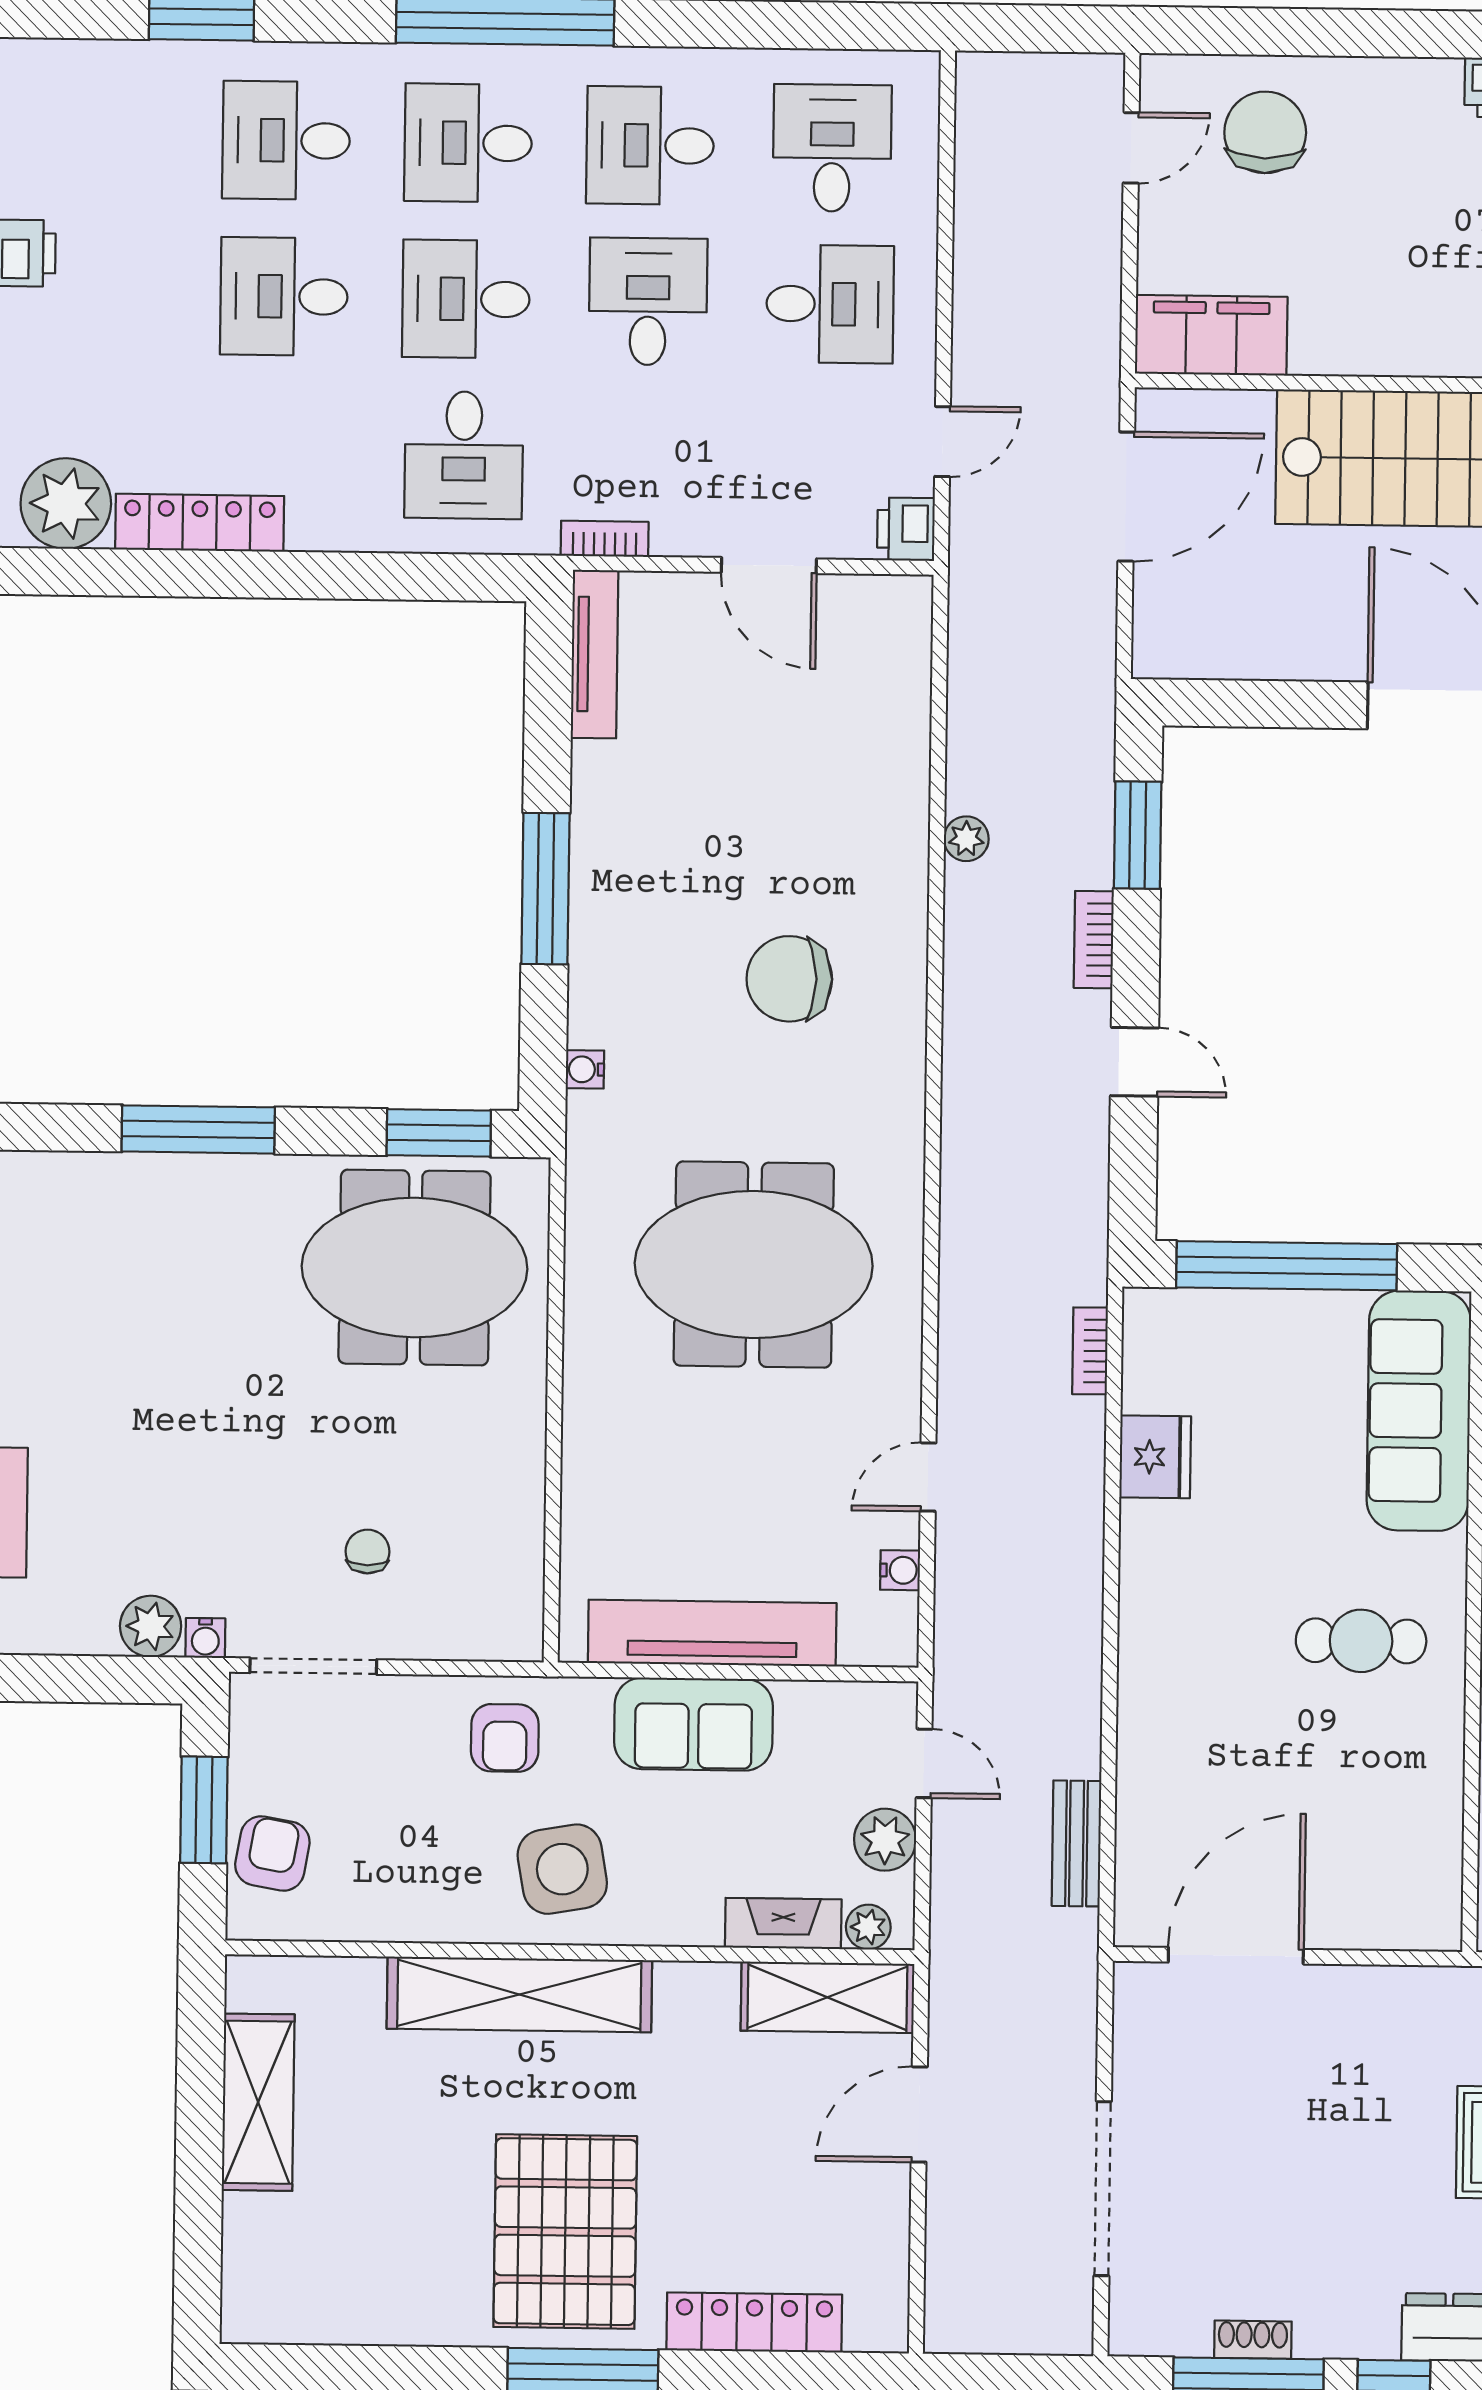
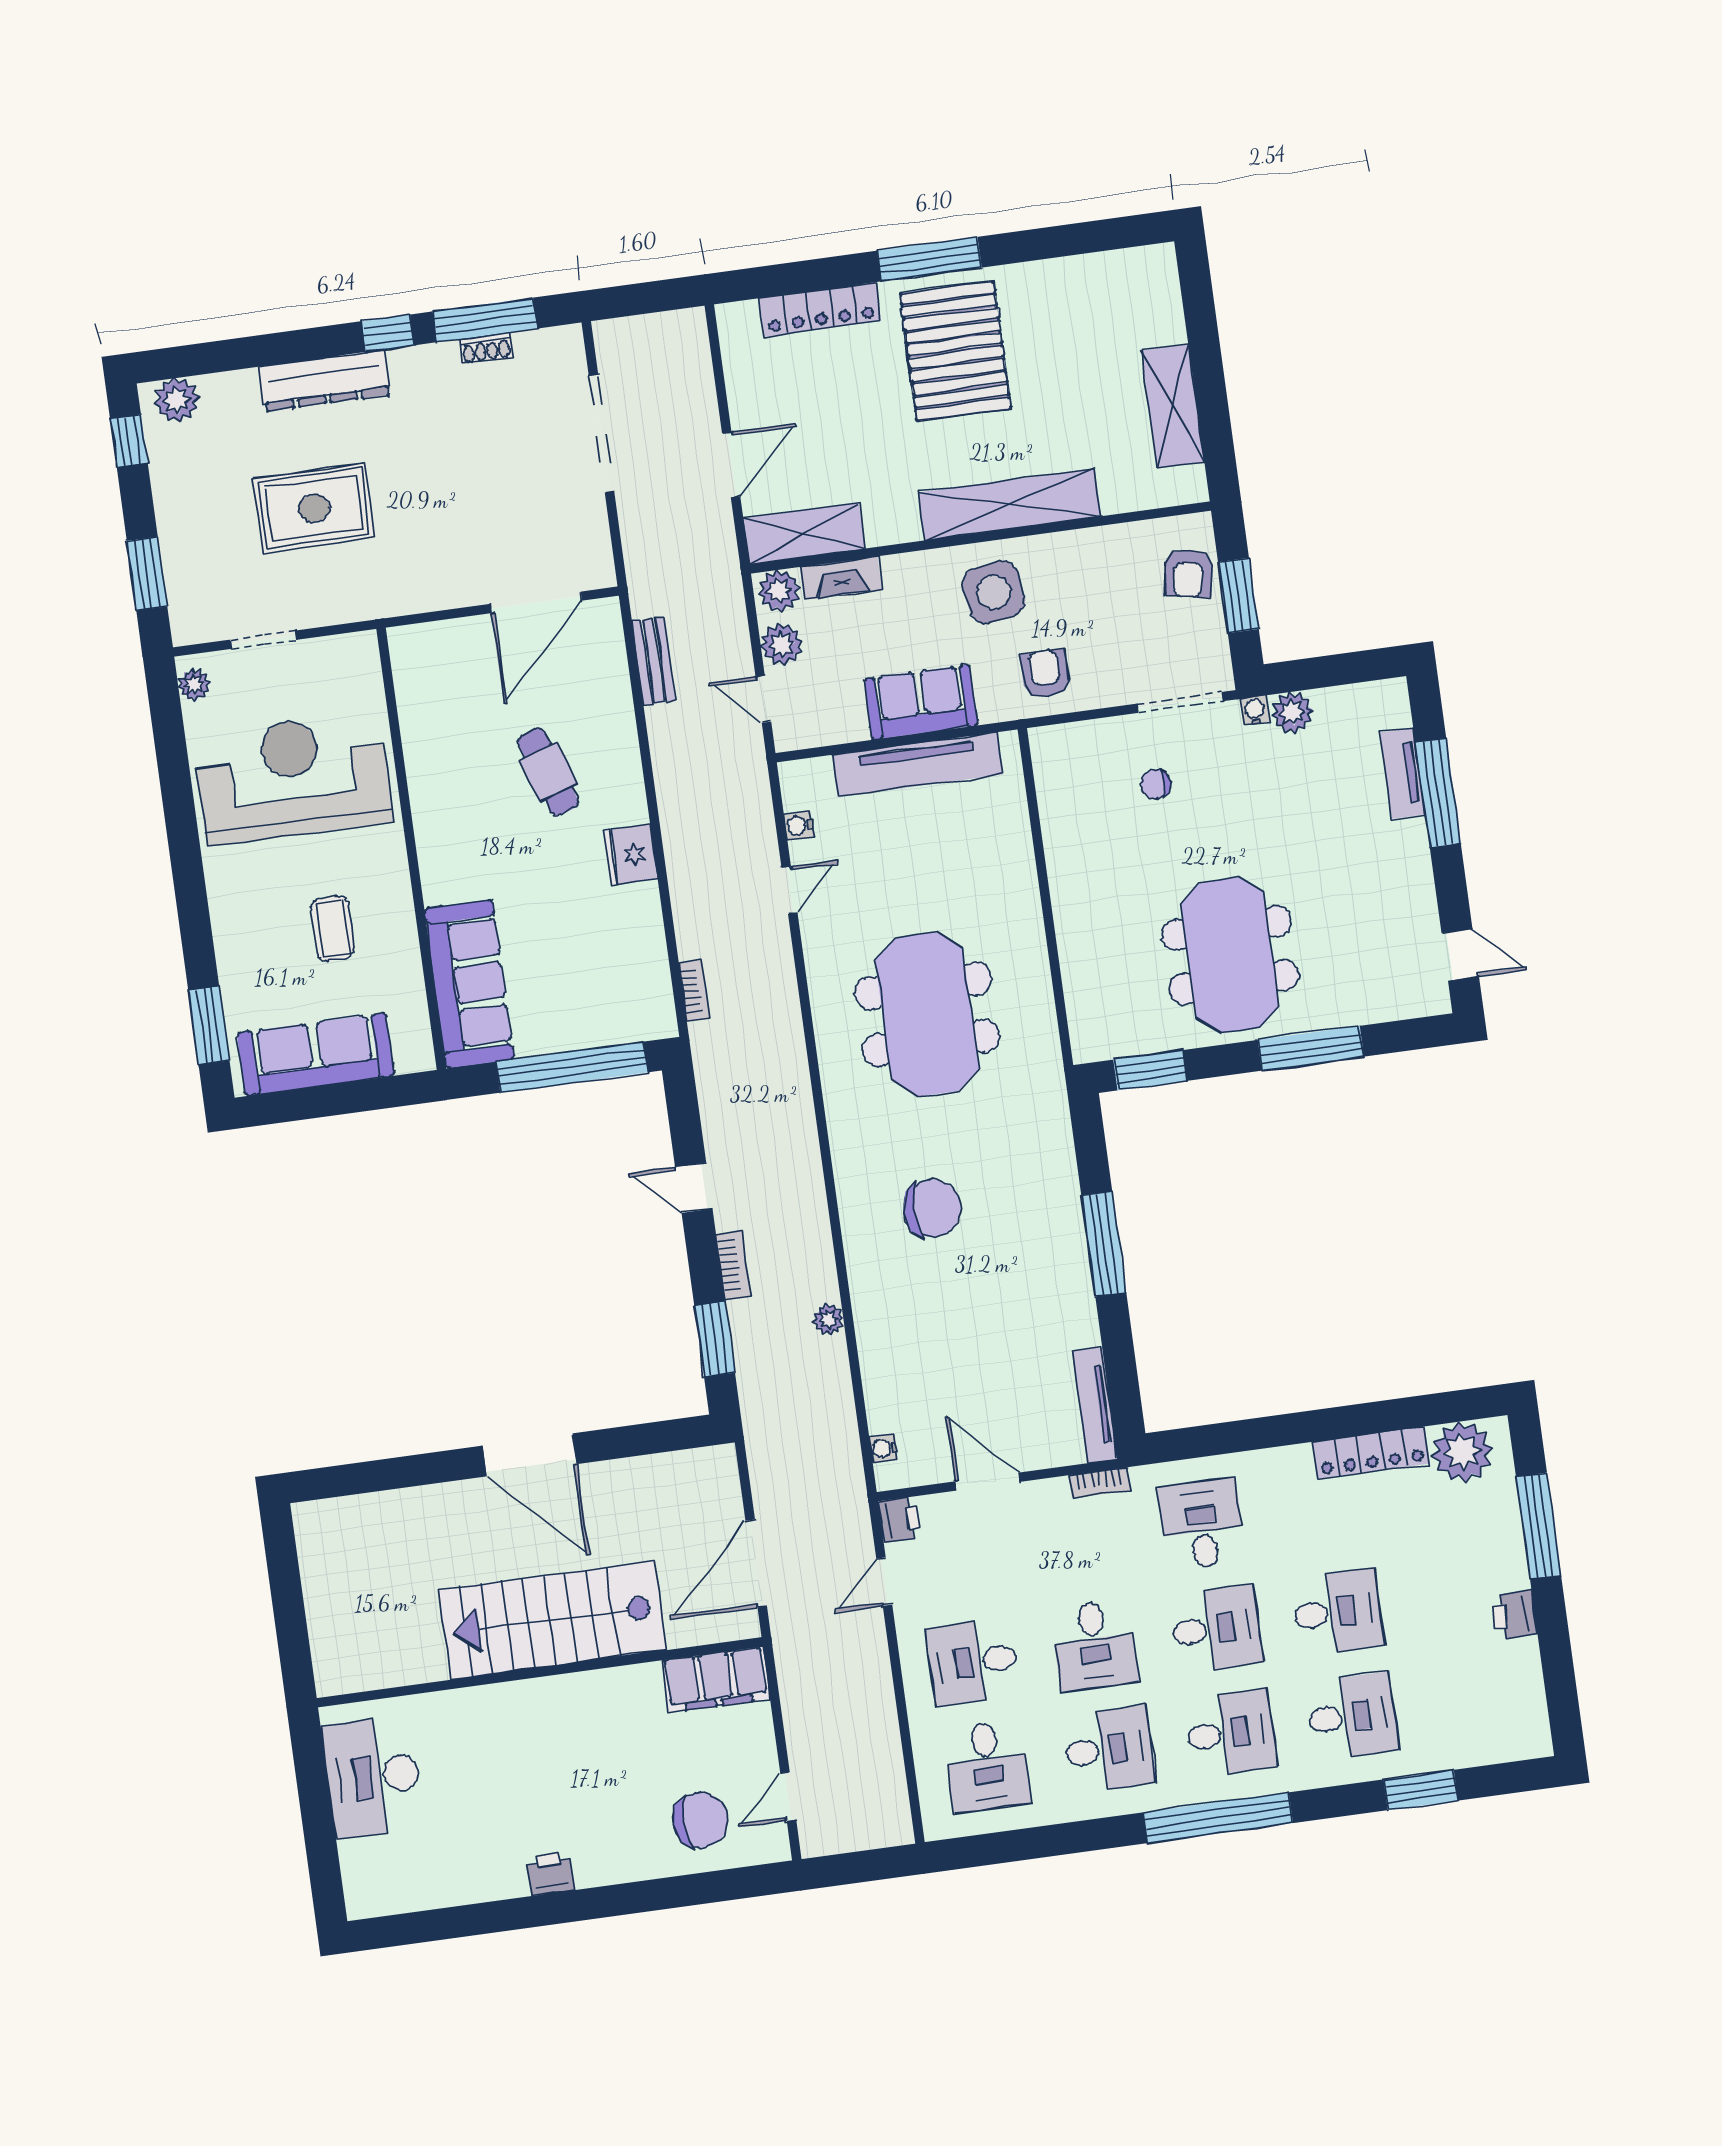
chair: (1265, 132) -> (700, 1820), turned -92
water cooler: (585, 1069) -> (884, 1448), moved, turned 180
meeting table: (754, 1265) -> (927, 1014), turned 90
meeting table: (415, 1268) -> (1230, 955), moved, turned 90
fridge: (1155, 1457) -> (630, 855), moved
chair: (367, 1551) -> (1156, 784), turned 90
cafe table: (1361, 1641) -> (548, 772), moved, turned 72
plant: (868, 1927) -> (779, 591), width x1.38, depth x1.38

